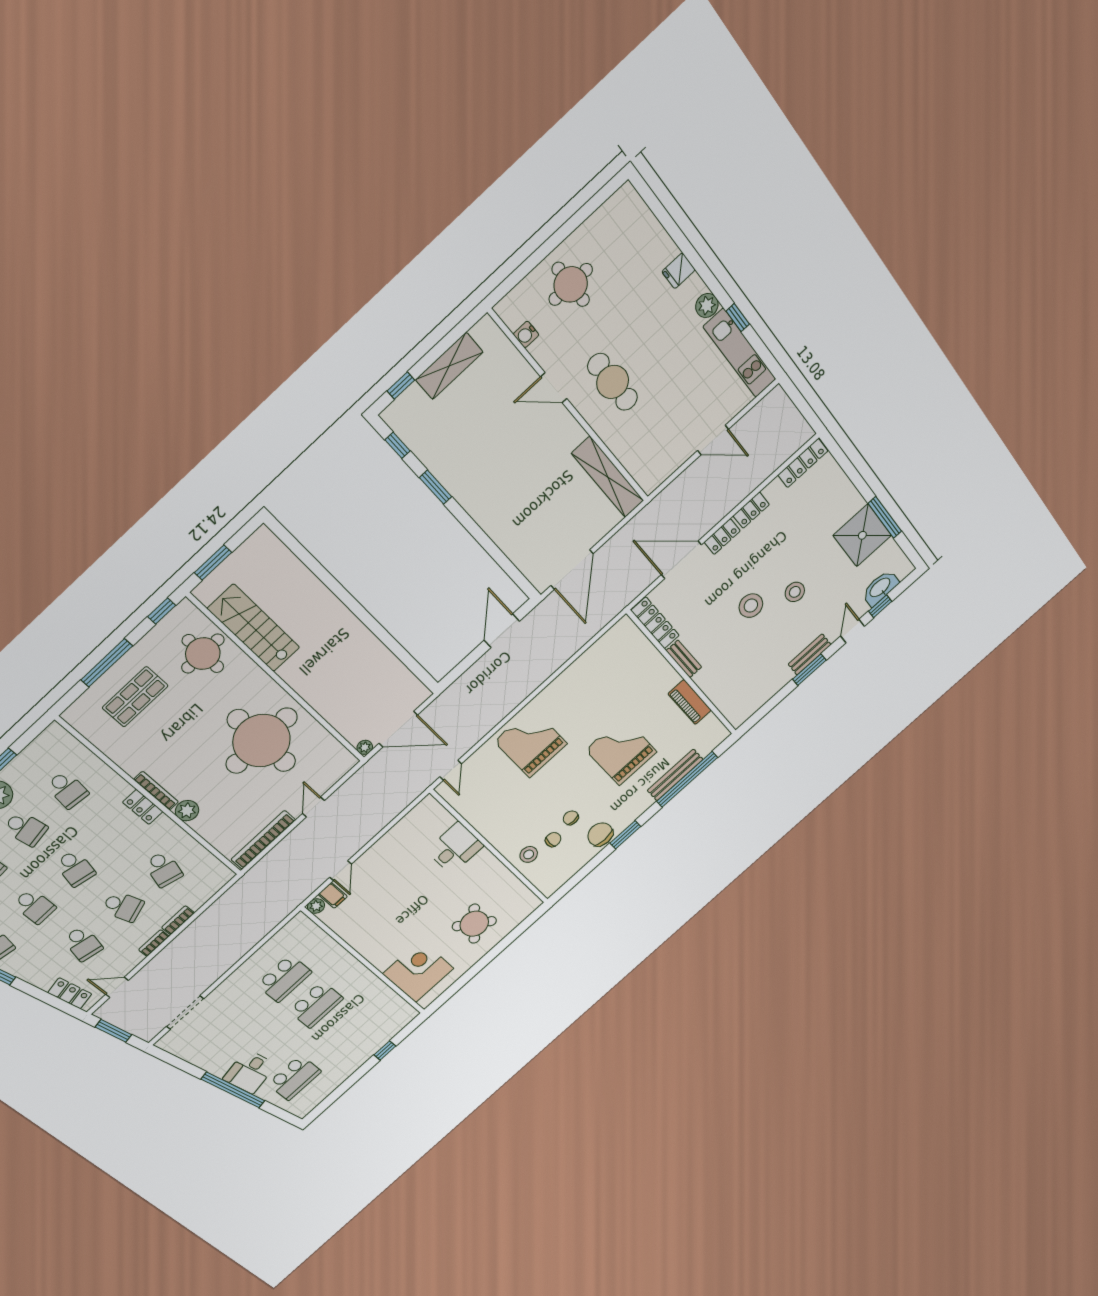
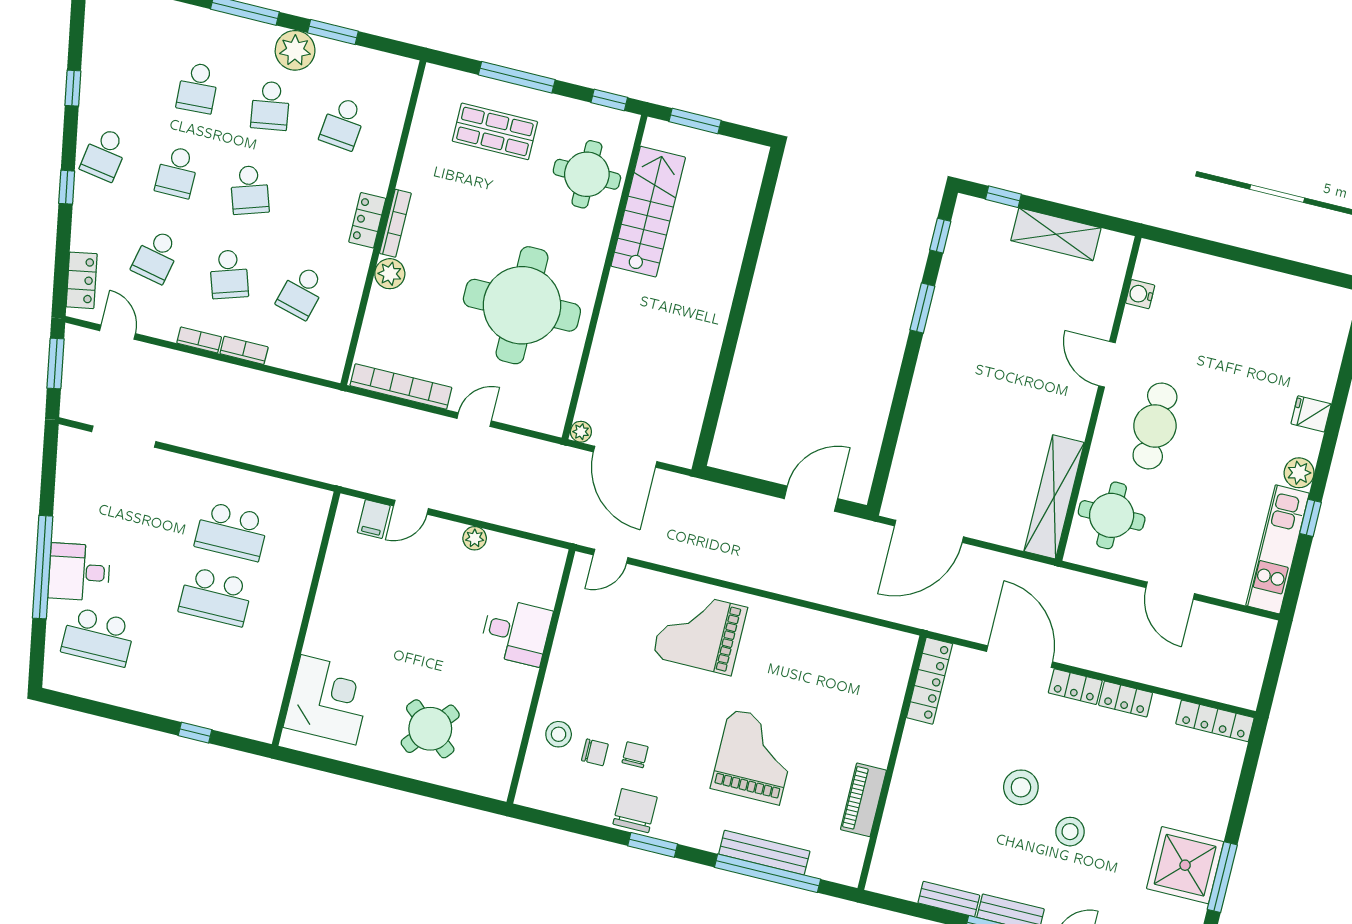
round table: (571, 284) -> (1112, 515), moved
bench: (684, 659) -> (949, 899), moved, turned 90
grand piano: (531, 743) -> (700, 632), turned -90
school desk: (75, 868) -> (250, 190), turned -30
plant: (316, 906) -> (475, 538), moved

